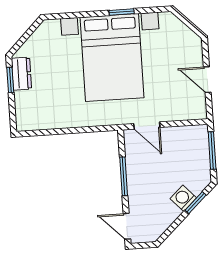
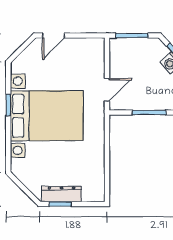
dresser: (21, 74) -> (61, 194), width x1.44
door: (207, 80) -> (53, 35), moved

